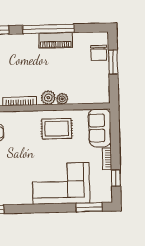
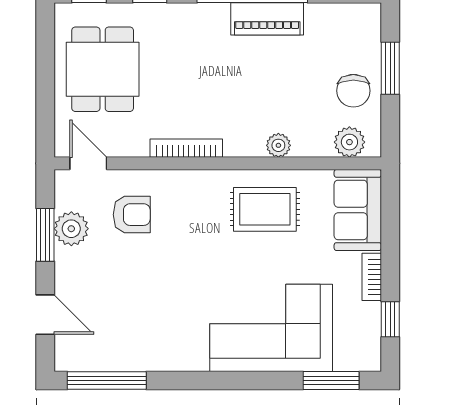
chair: (99, 53) -> (353, 91), moved
plant: (48, 98) -> (349, 142), moved

